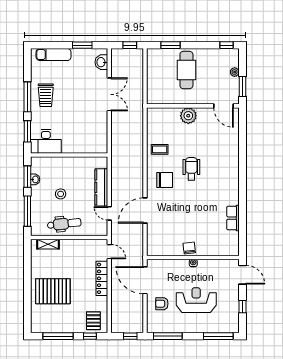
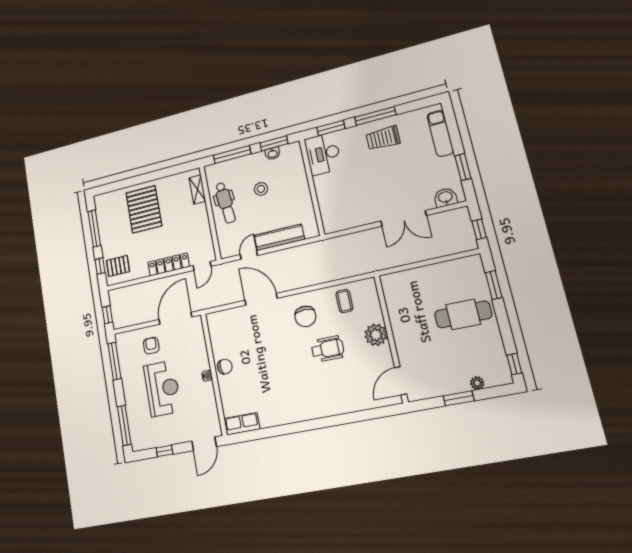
wall: (193, 106) -> (391, 338), moved
door: (224, 106) -> (400, 381), moved
plant: (188, 116) -> (376, 335), moved
row of seats: (233, 218) -> (242, 424), moved

